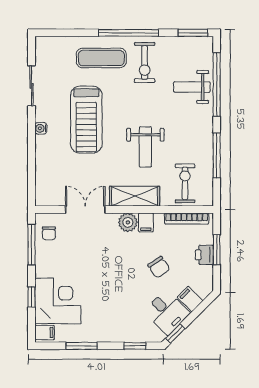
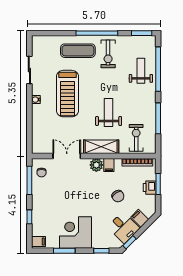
weight bench: (192, 87) -> (141, 71), turned 90
weight bench: (145, 147) -> (109, 113), turned 180
corner desk: (58, 301) -> (75, 233), moved, turned -90

